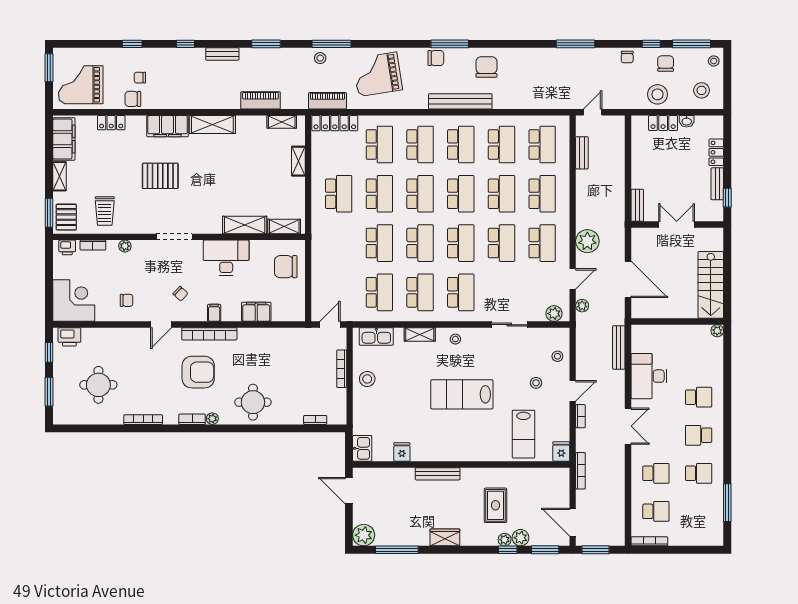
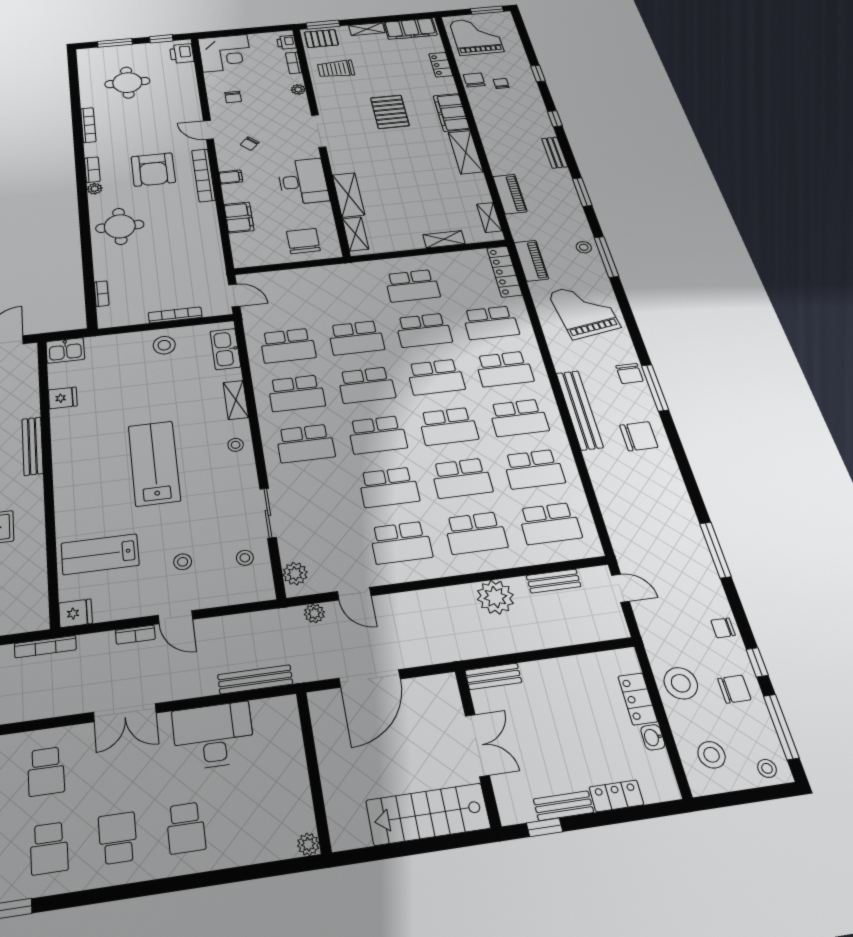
plant: (587, 241) -> (495, 597), moved
stairs: (711, 285) -> (428, 814), moved
stool: (557, 356) -> (245, 558), moved

